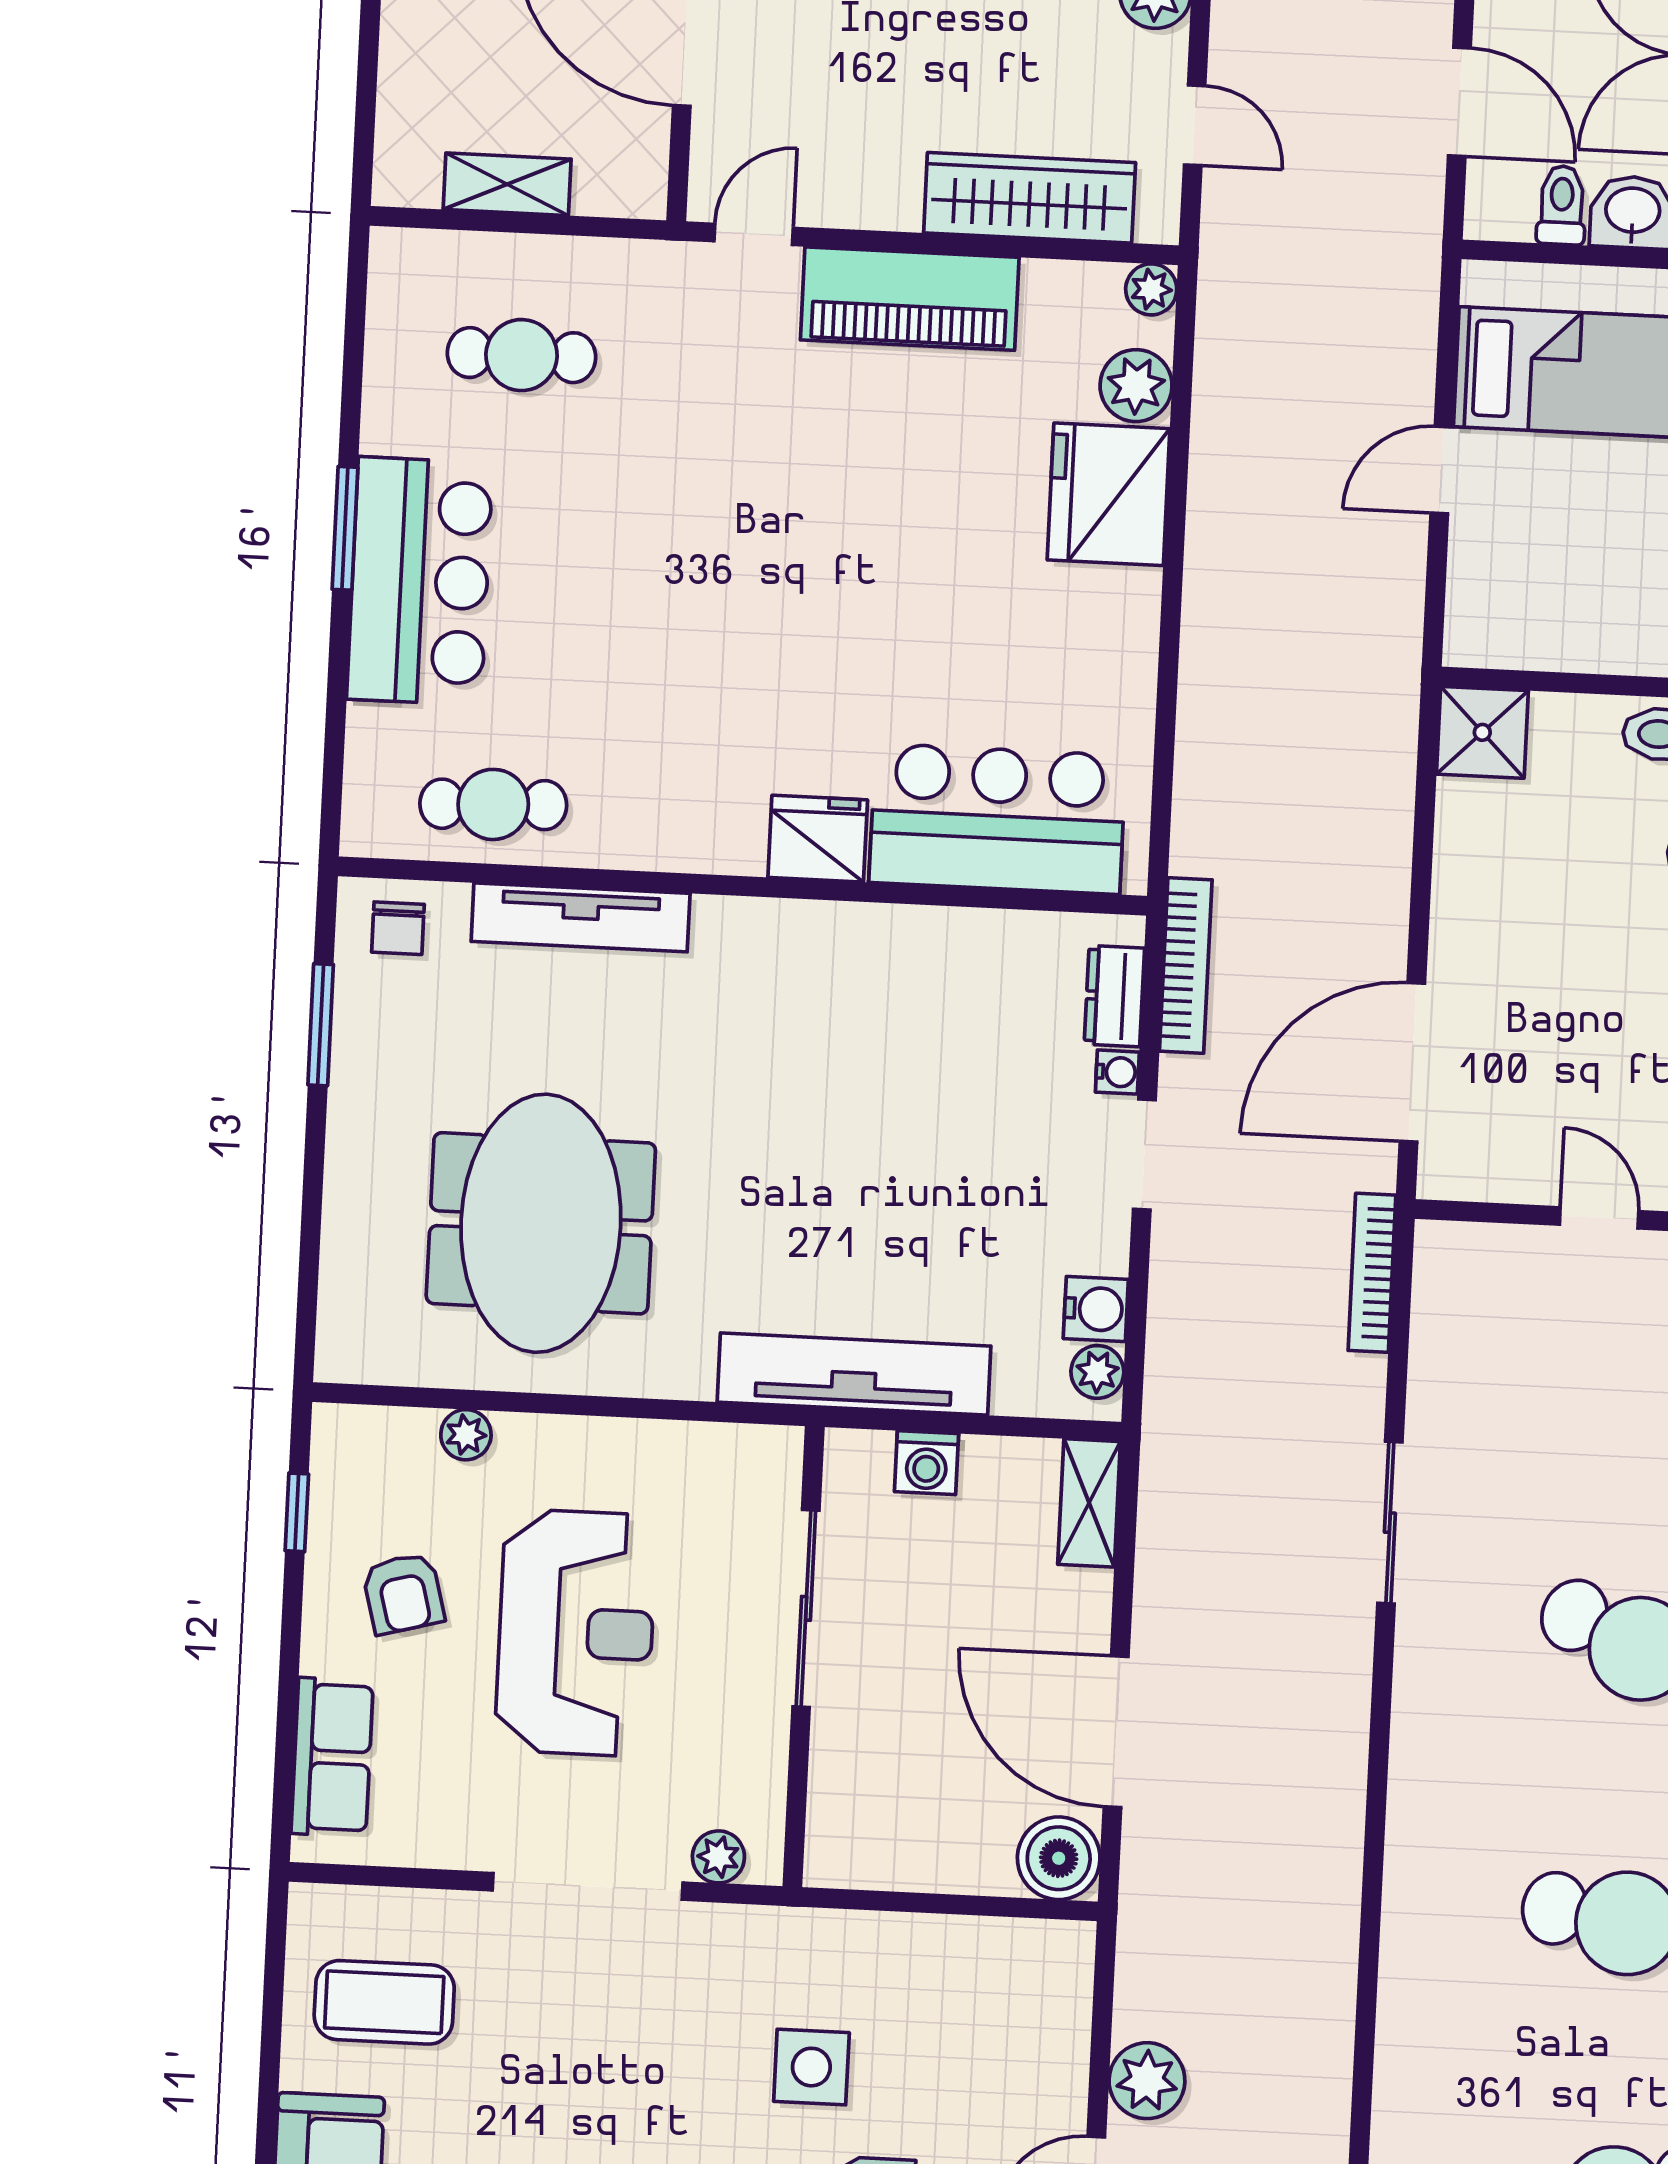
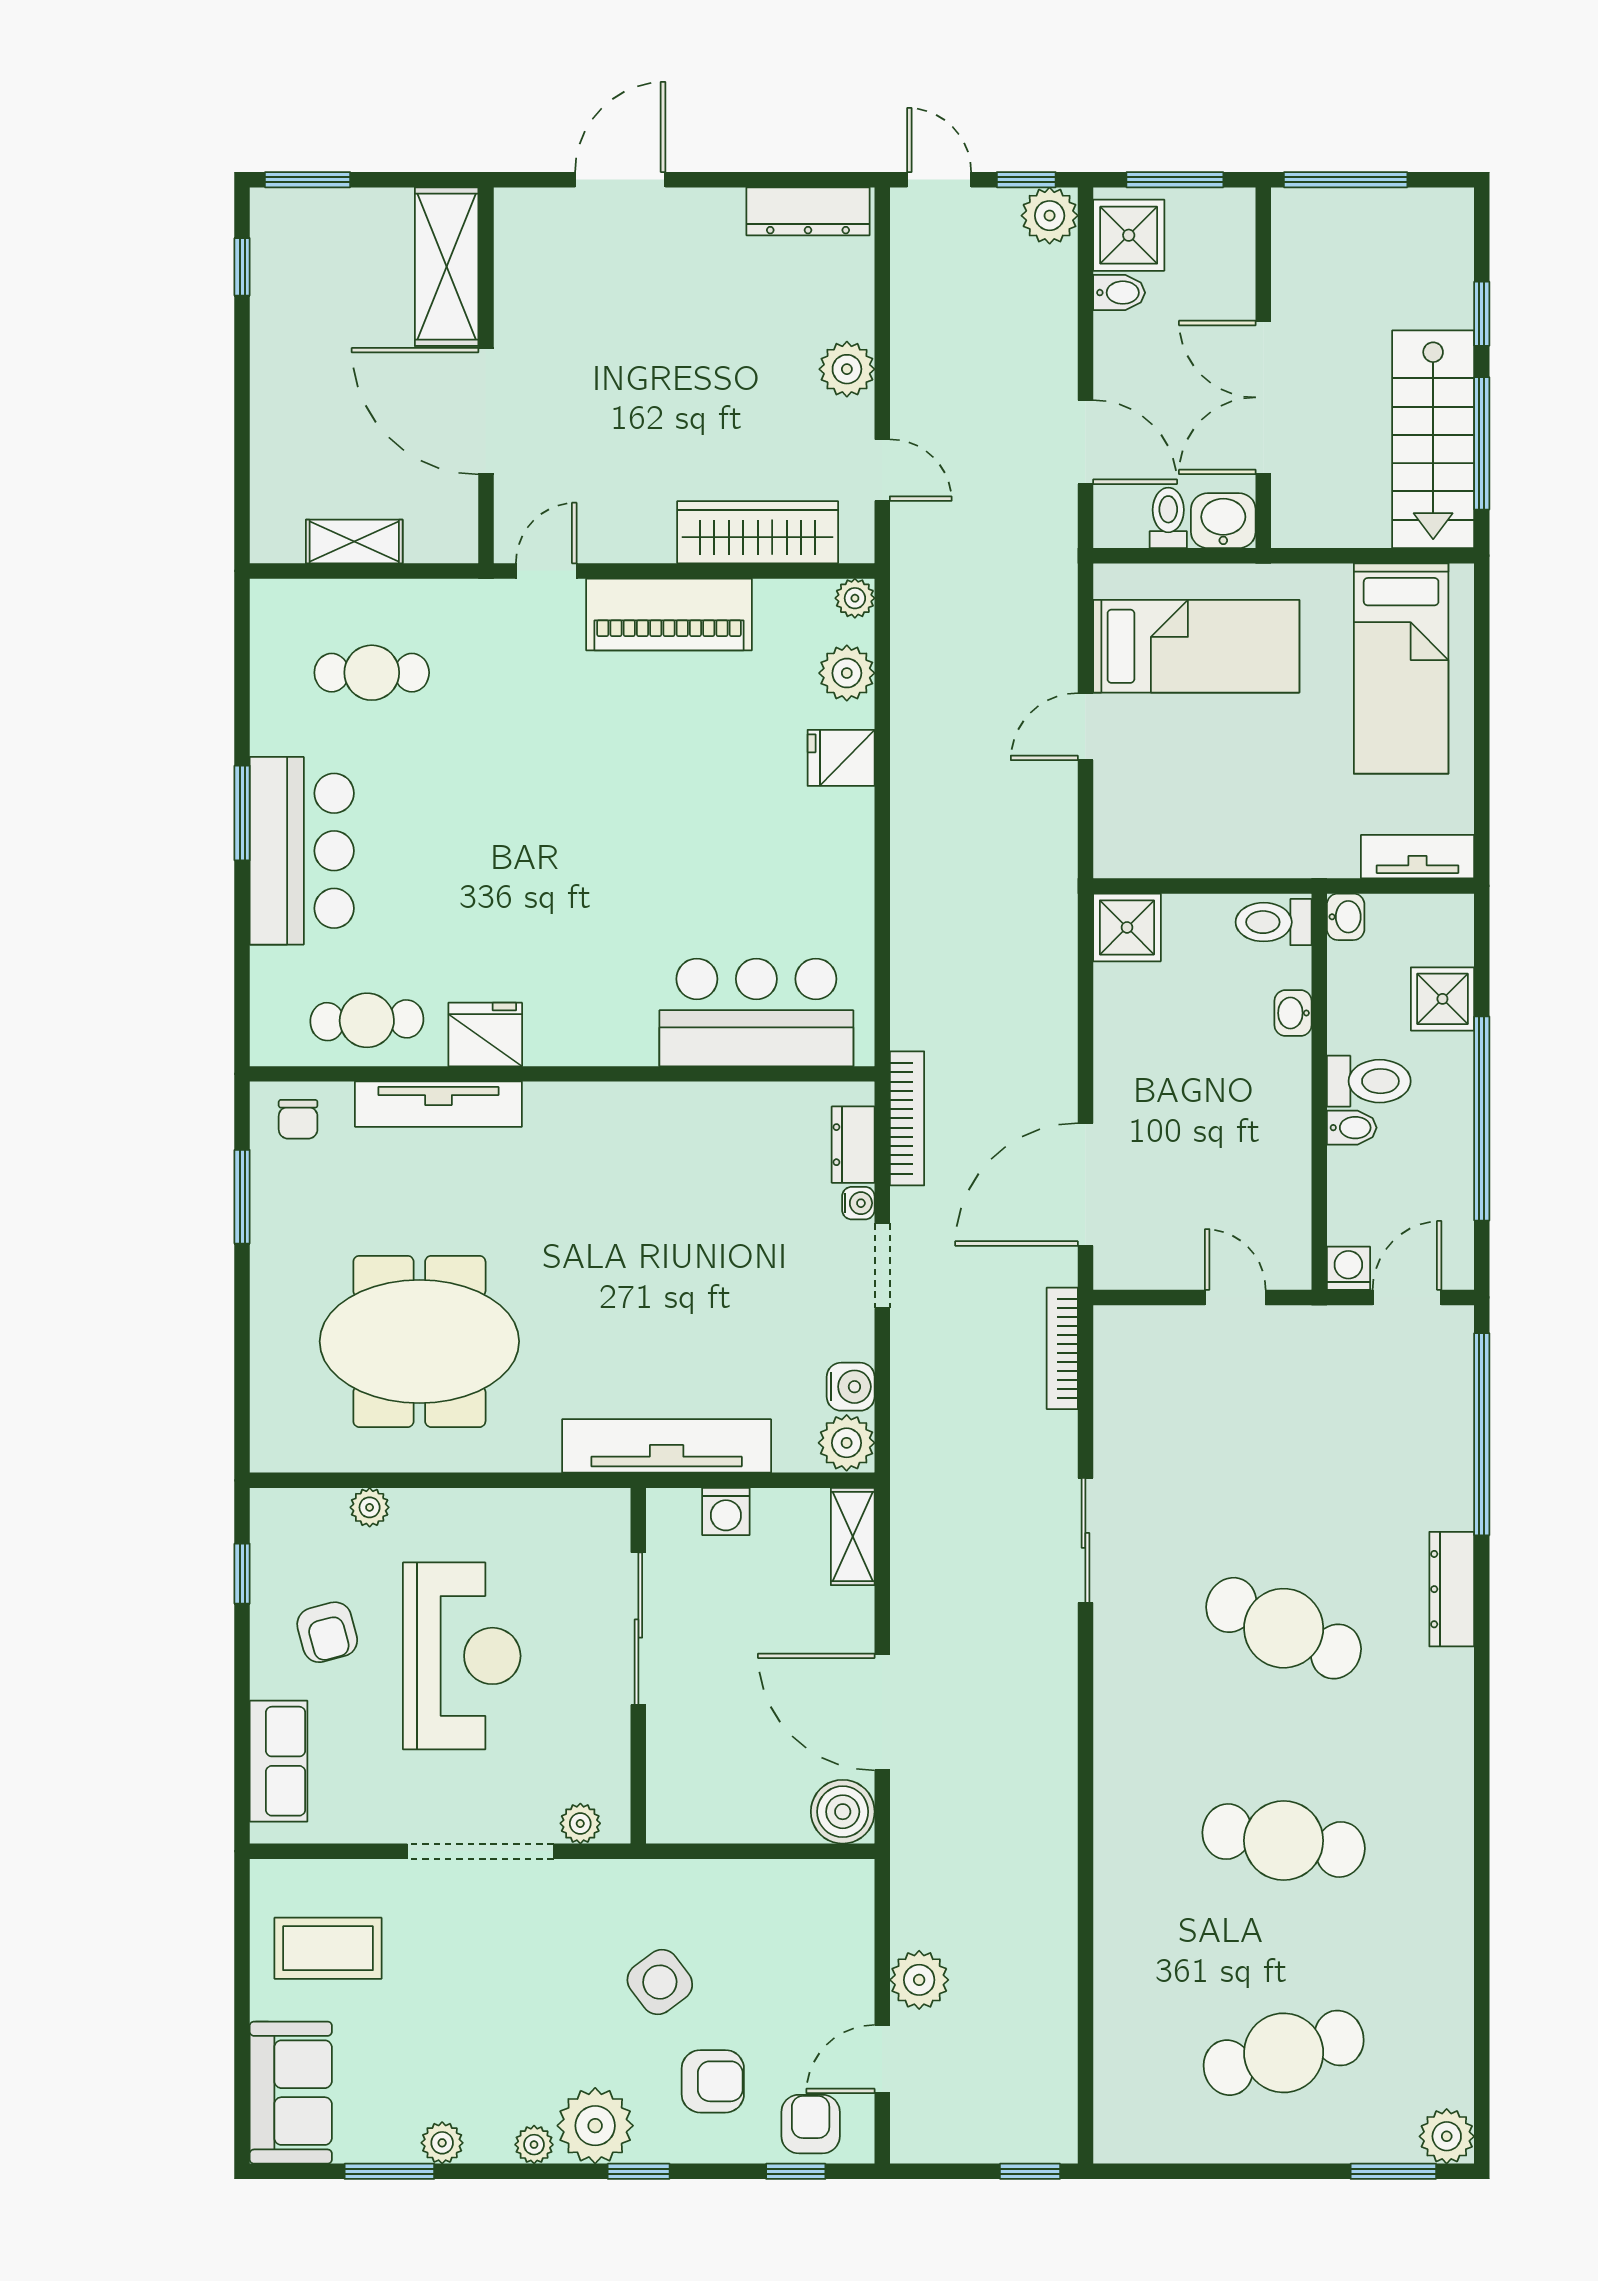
fridge: (1109, 494) -> (841, 758), width x0.53, depth x0.75
fridge: (818, 839) -> (485, 1034), moved
meeting table: (541, 1223) -> (419, 1341), turned 90
plant: (1097, 1372) -> (847, 1443), width x1.38, depth x1.38
side table: (811, 2067) -> (660, 1982), turned -37

